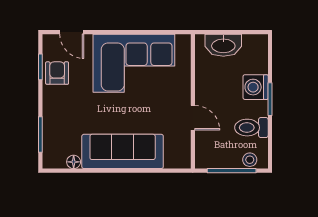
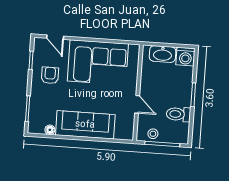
armchair: (57, 73) -> (50, 75), moved
washing machine: (256, 87) -> (185, 57), moved, turned -90
stool: (250, 160) -> (153, 134), moved

